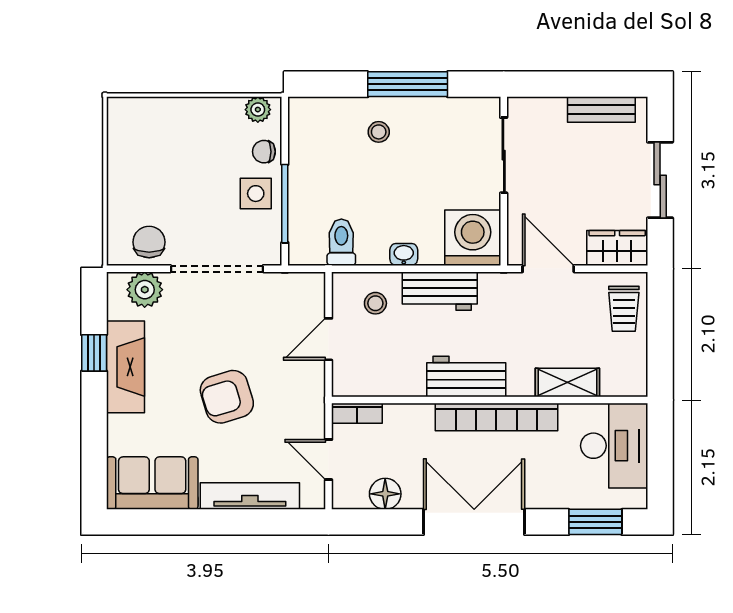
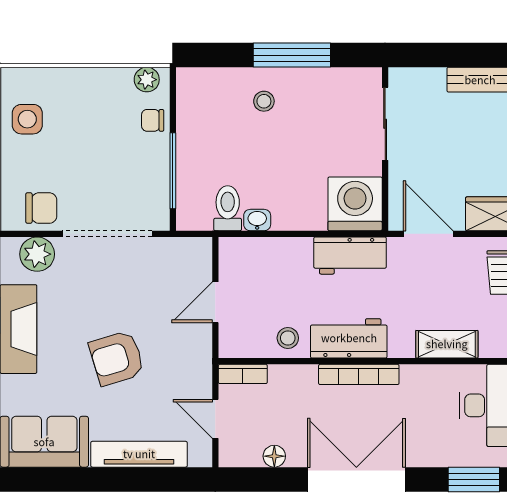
side table: (256, 194) -> (27, 119), moved
chair: (149, 242) -> (41, 208), turned 90
washbasin: (404, 254) -> (257, 220), moved
workbench: (440, 291) -> (350, 256), moved
stool: (375, 303) -> (288, 338), moved
bookcase: (496, 417) -> (359, 374), width x0.68, depth x0.76
floor lamp: (385, 494) -> (274, 456), width x0.73, depth x0.73

